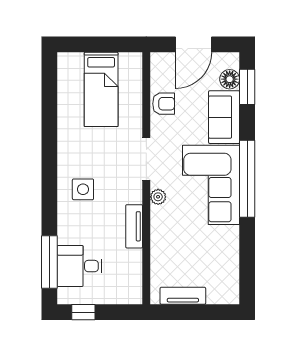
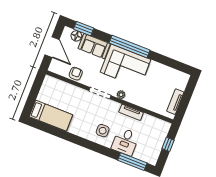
bed: (101, 89) -> (51, 116), moved
desk: (79, 266) -> (125, 142), moved
window: (83, 312) -> (168, 144), moved

